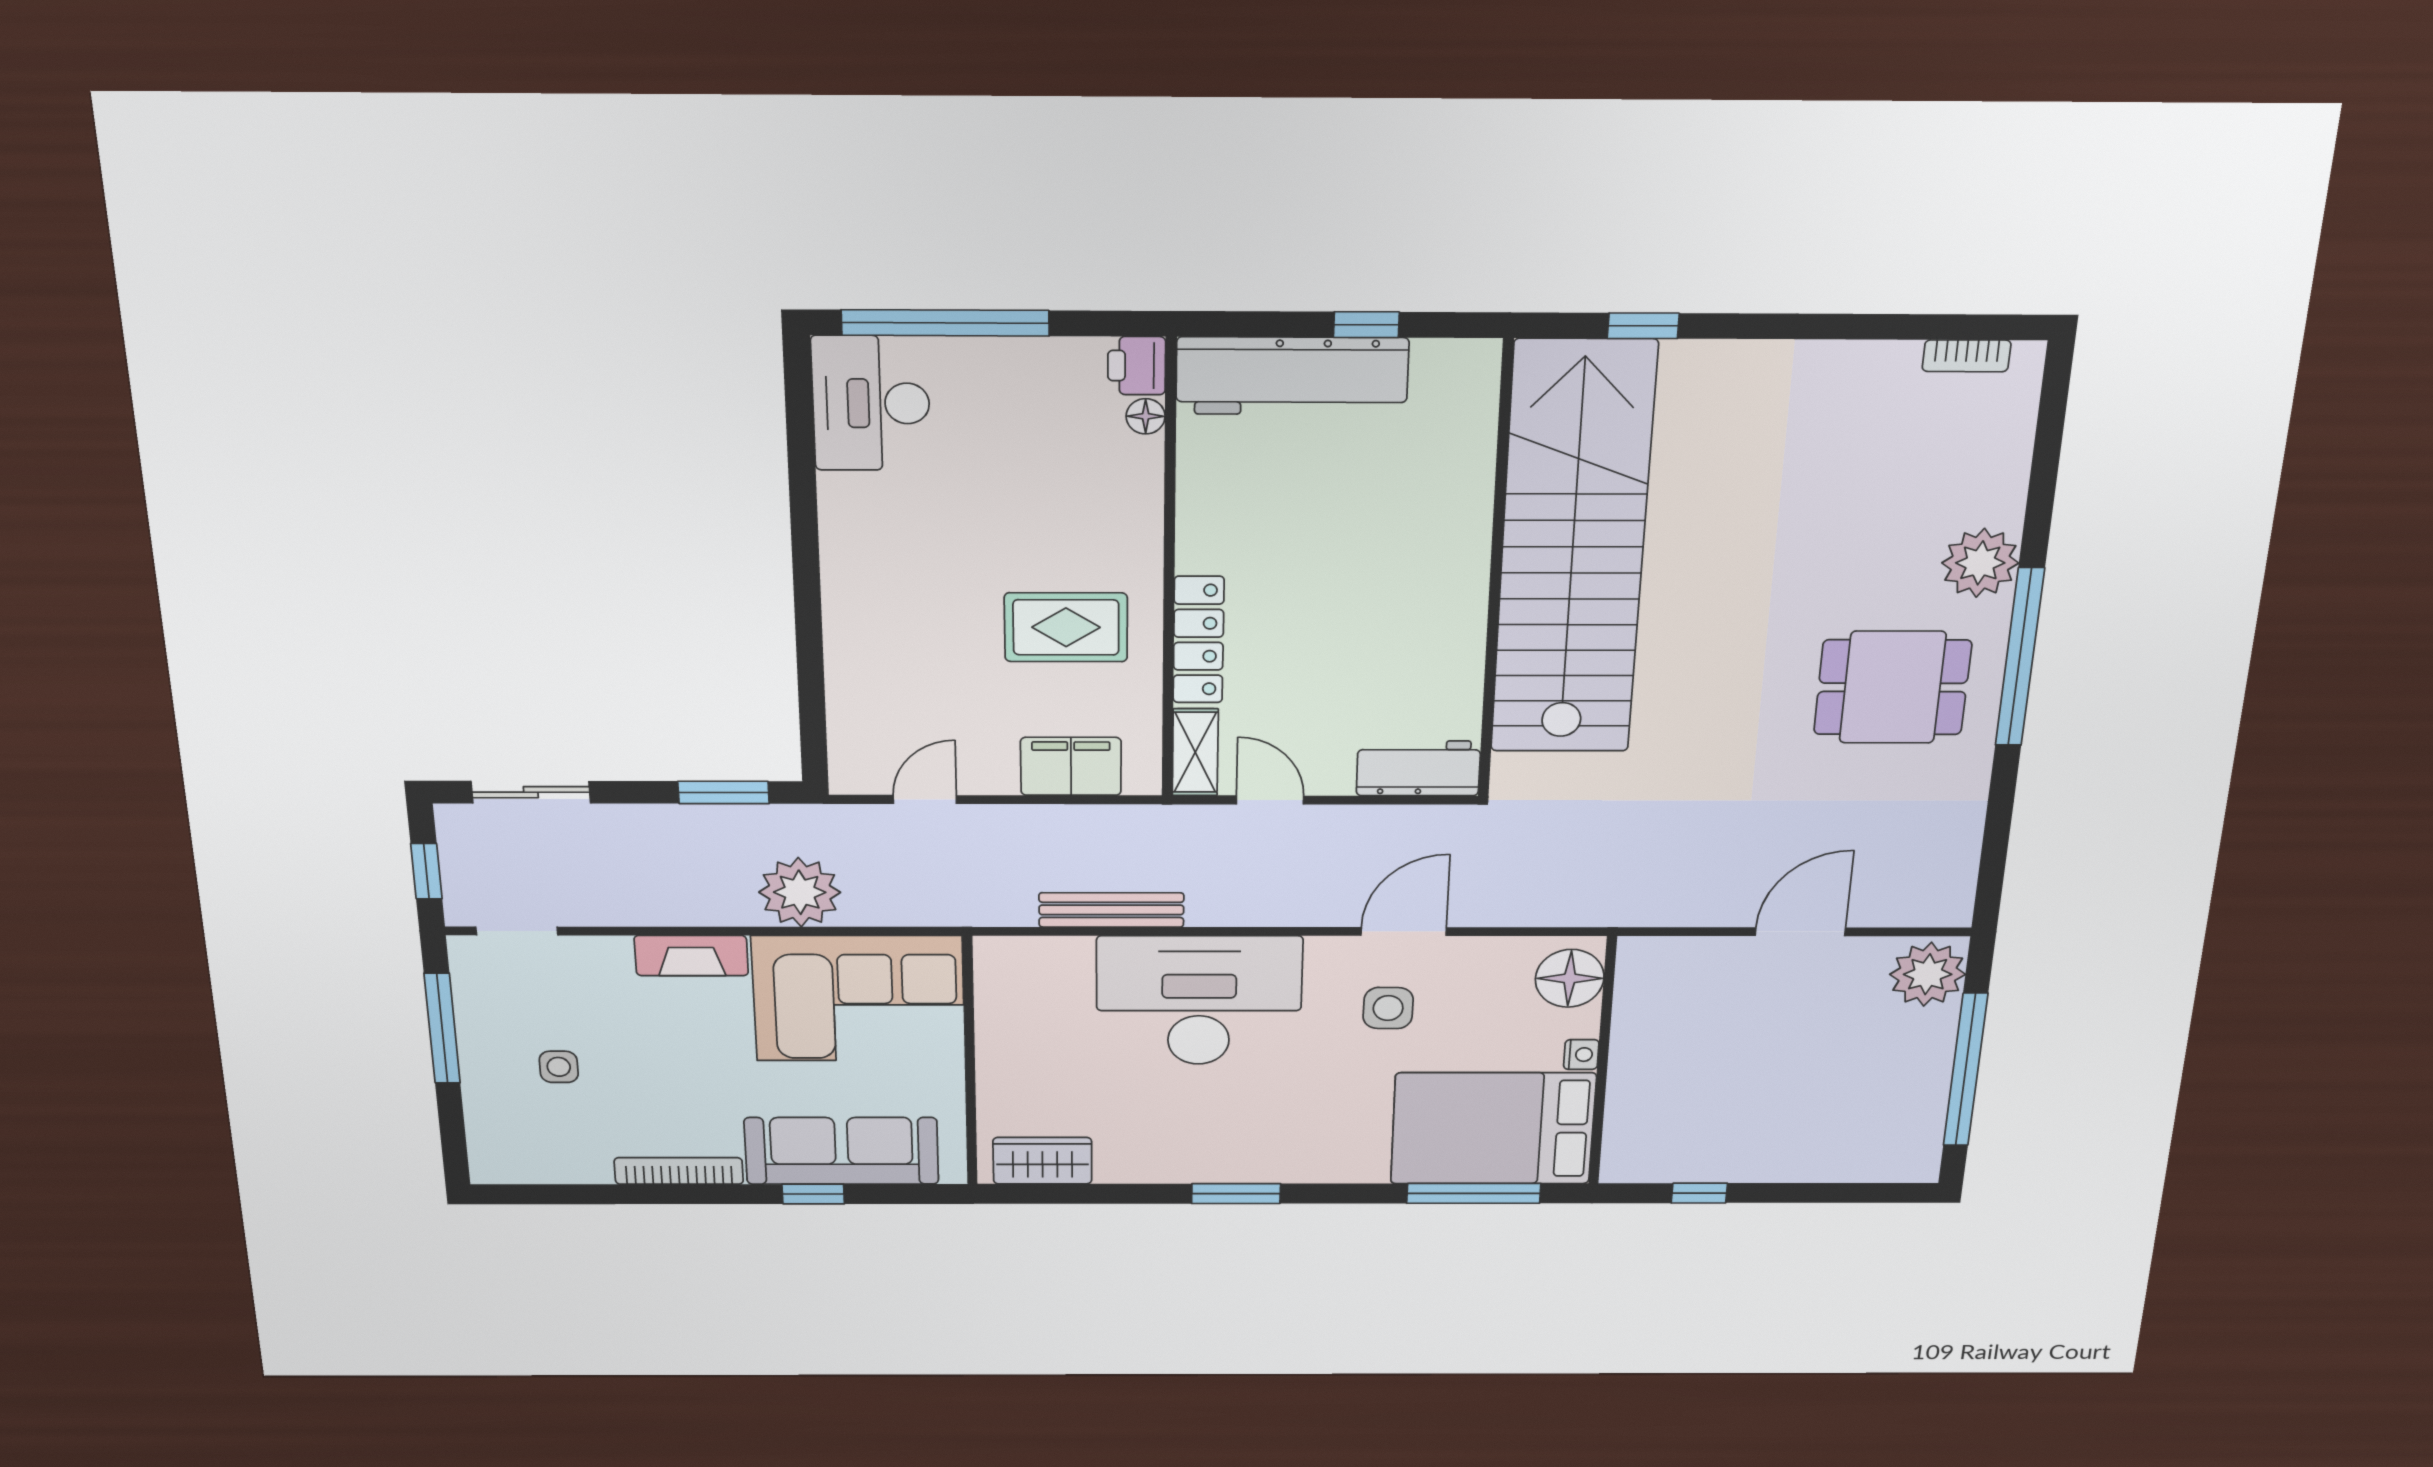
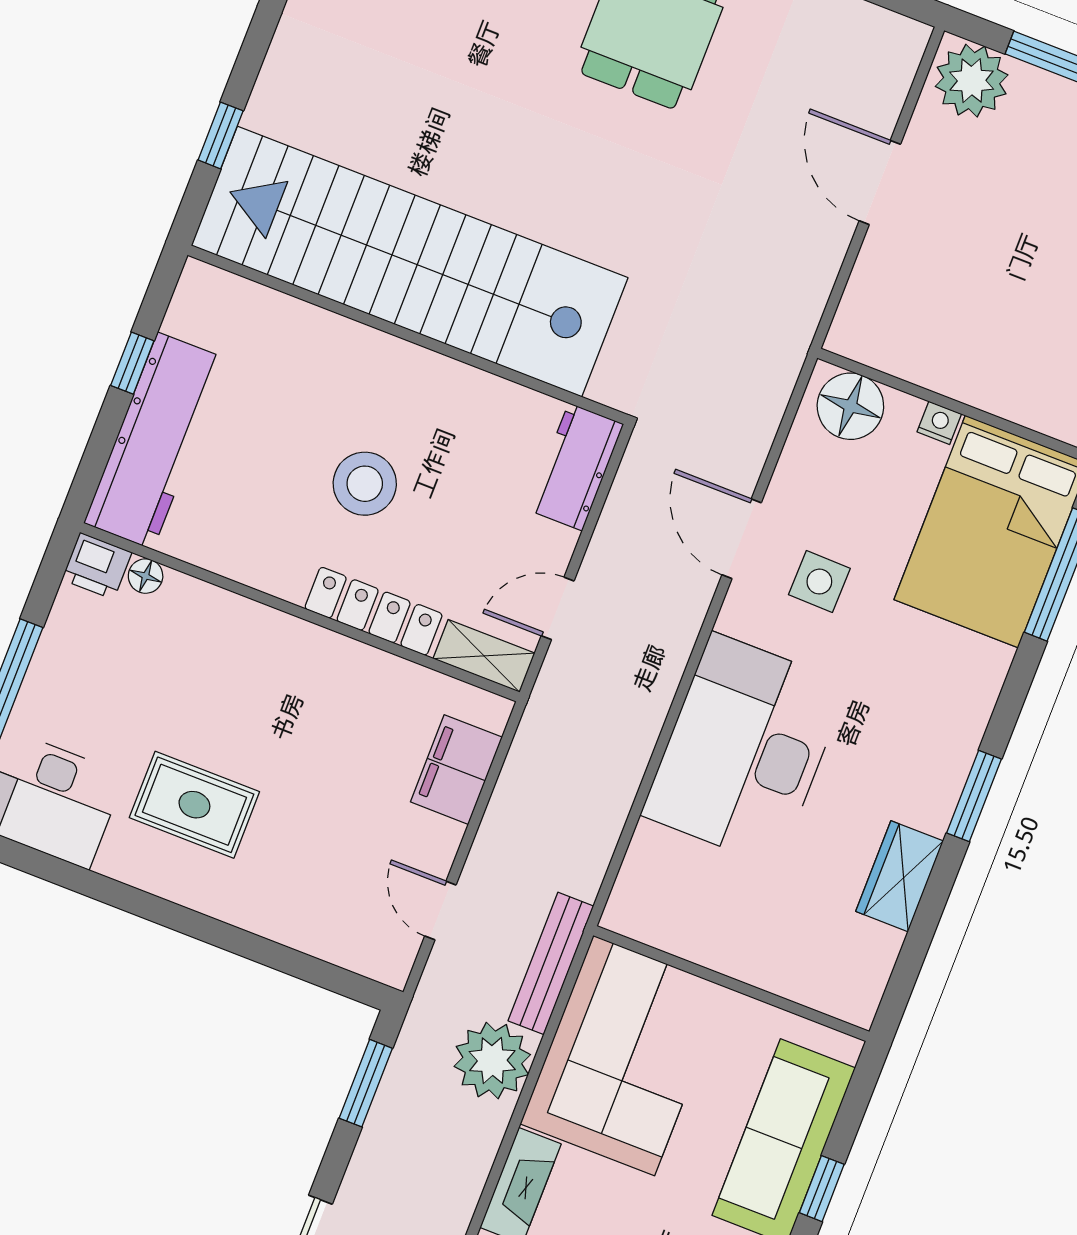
stool: (1326, 588) -> (365, 484), added
rug: (1066, 627) -> (194, 805), moved, turned 90
bench: (1111, 910) -> (551, 963), moved
wardrobe: (1042, 1161) -> (900, 876), moved

